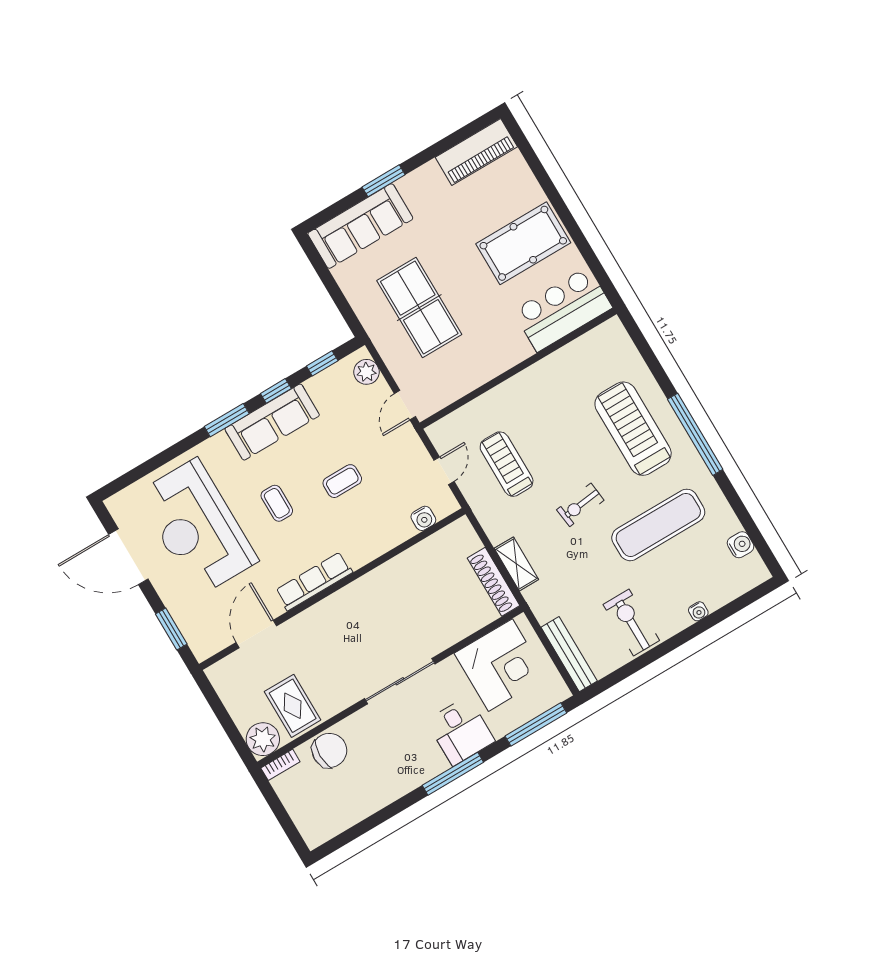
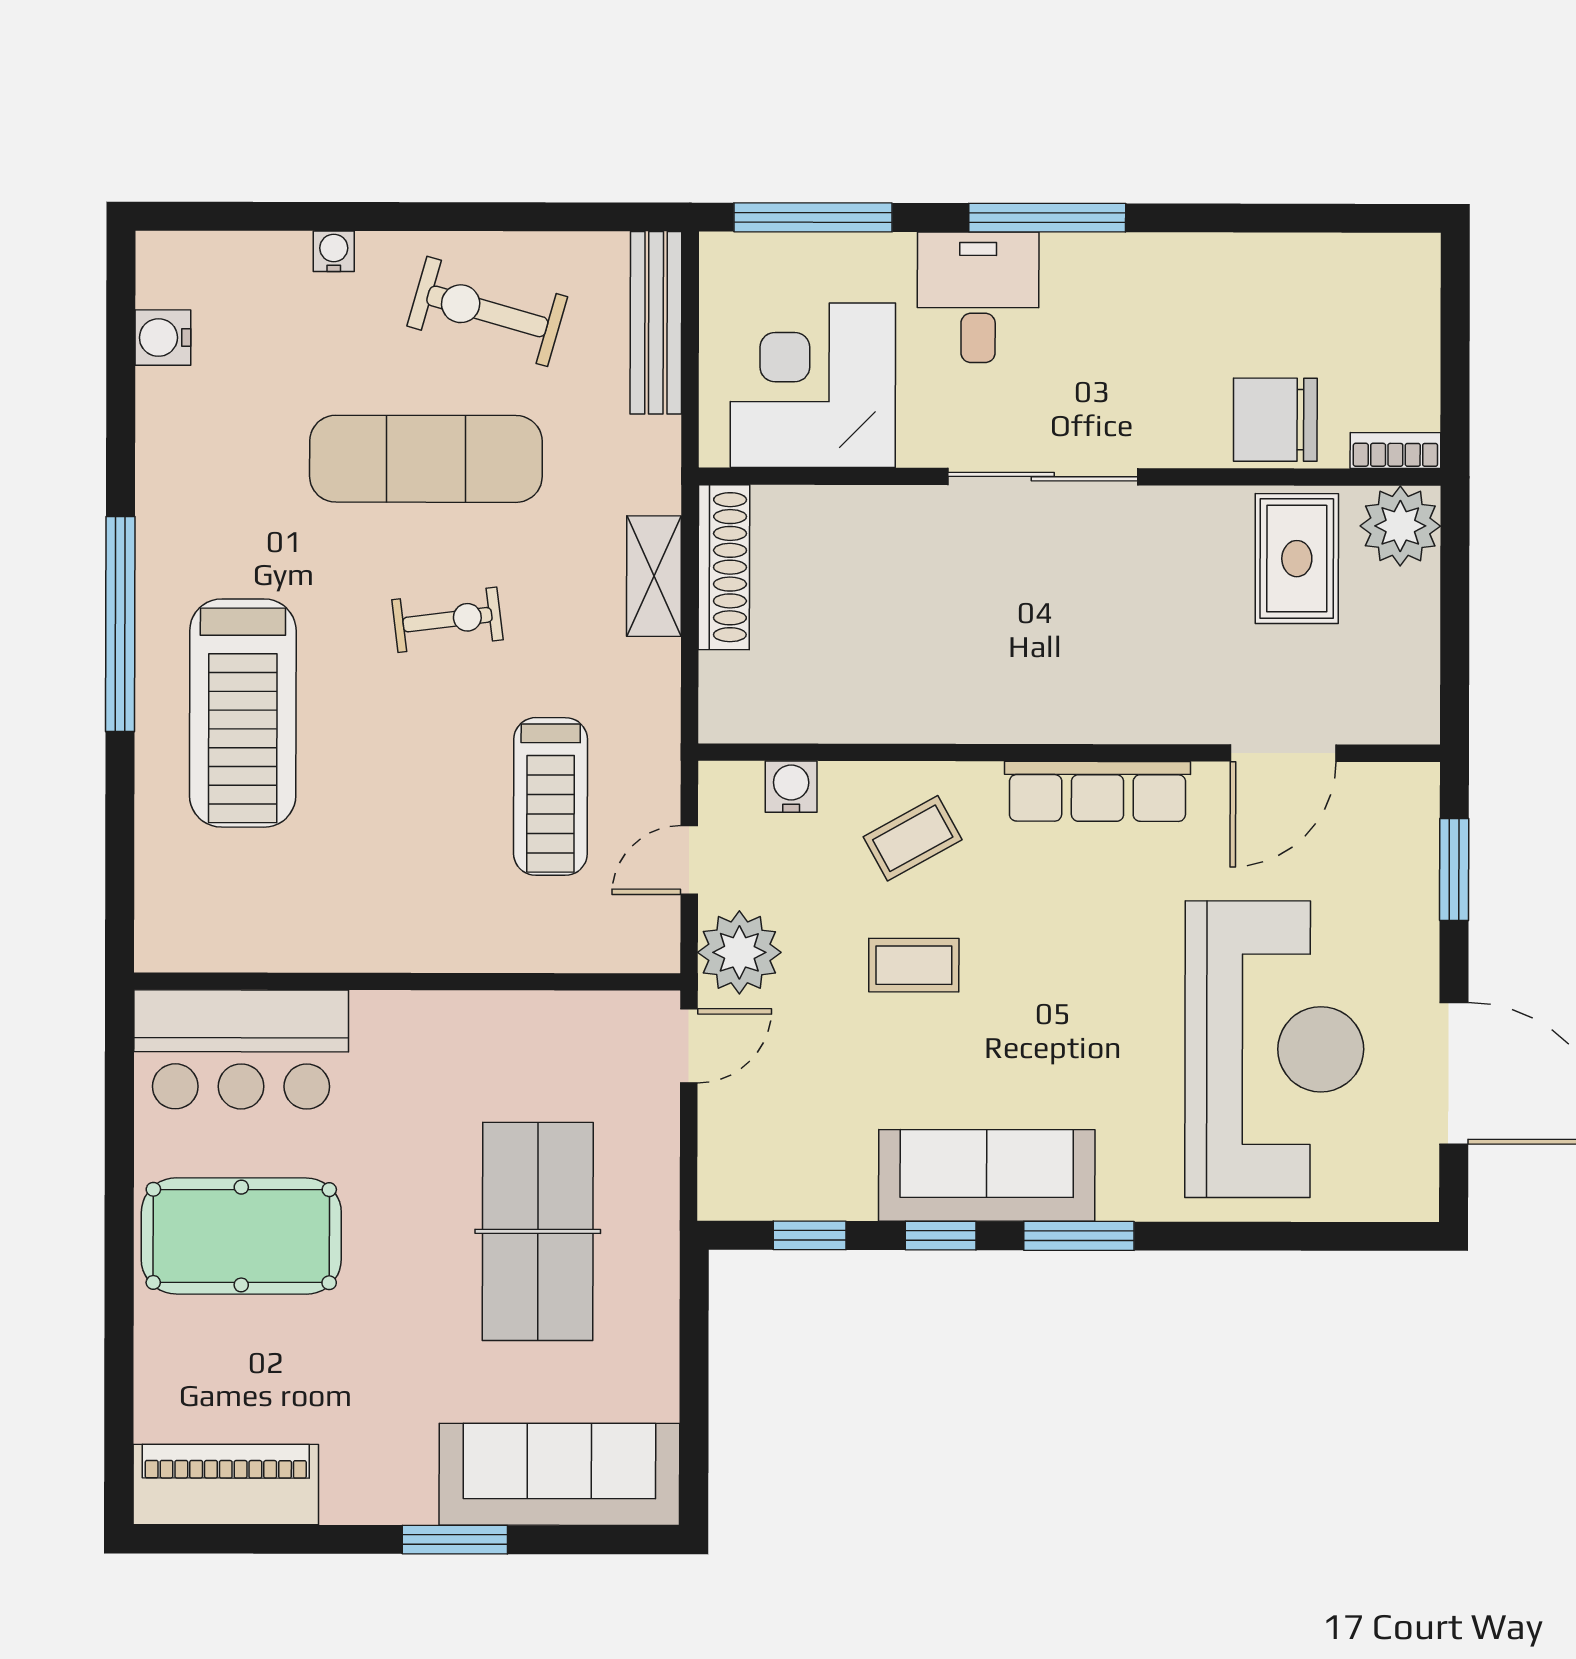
plant: (366, 372) -> (739, 952), moved, width x1.36, depth x1.36
coffee table: (277, 503) -> (913, 838), moved, turned 61
exercise mat: (658, 525) -> (426, 459), moved
exercise bike: (631, 622) -> (487, 311), turned 106

